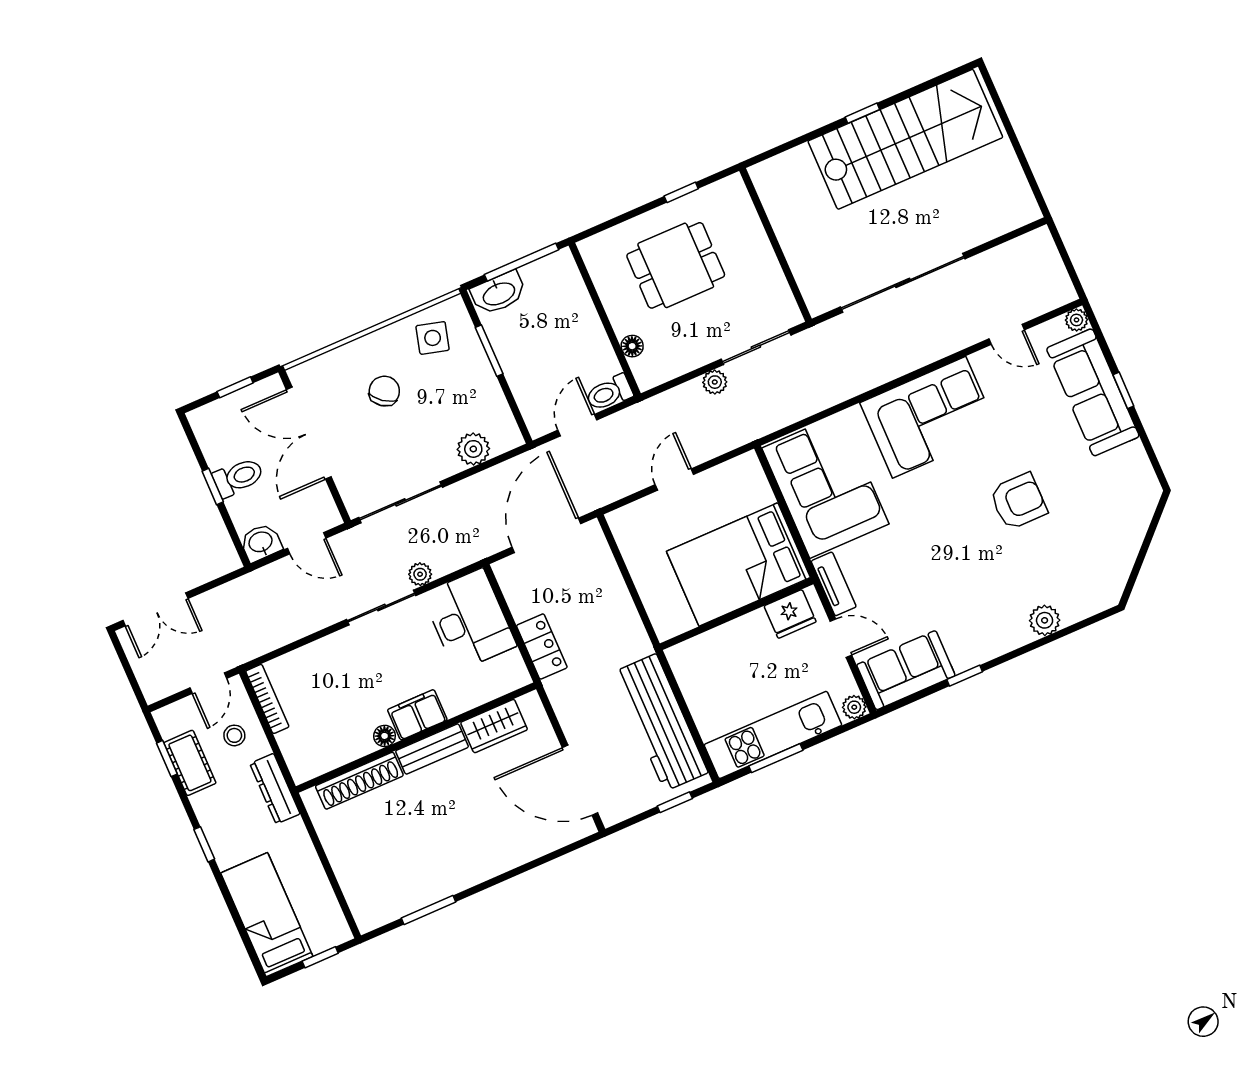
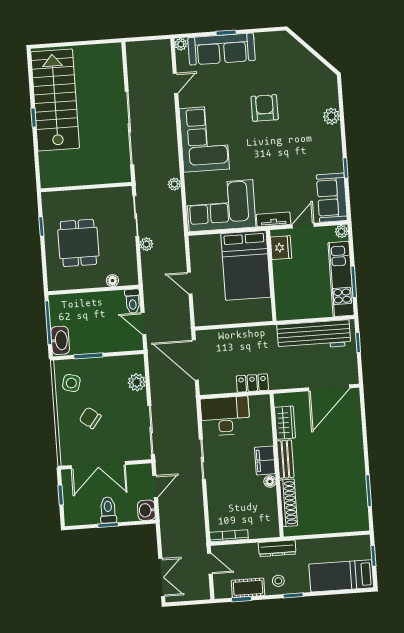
plant: (420, 574) -> (174, 184), moved
stool: (234, 735) -> (278, 581), moved

